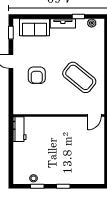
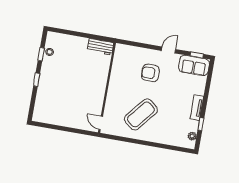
sofa: (34, 27) -> (194, 65), moved, turned -90

